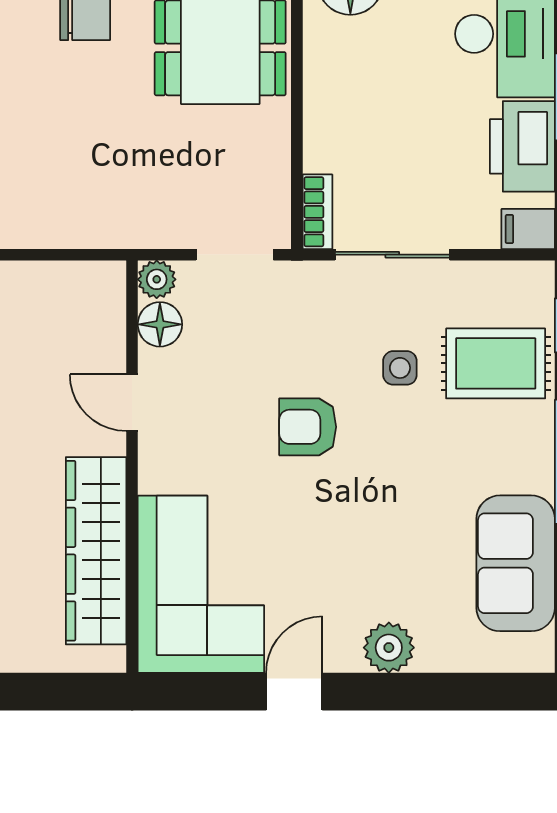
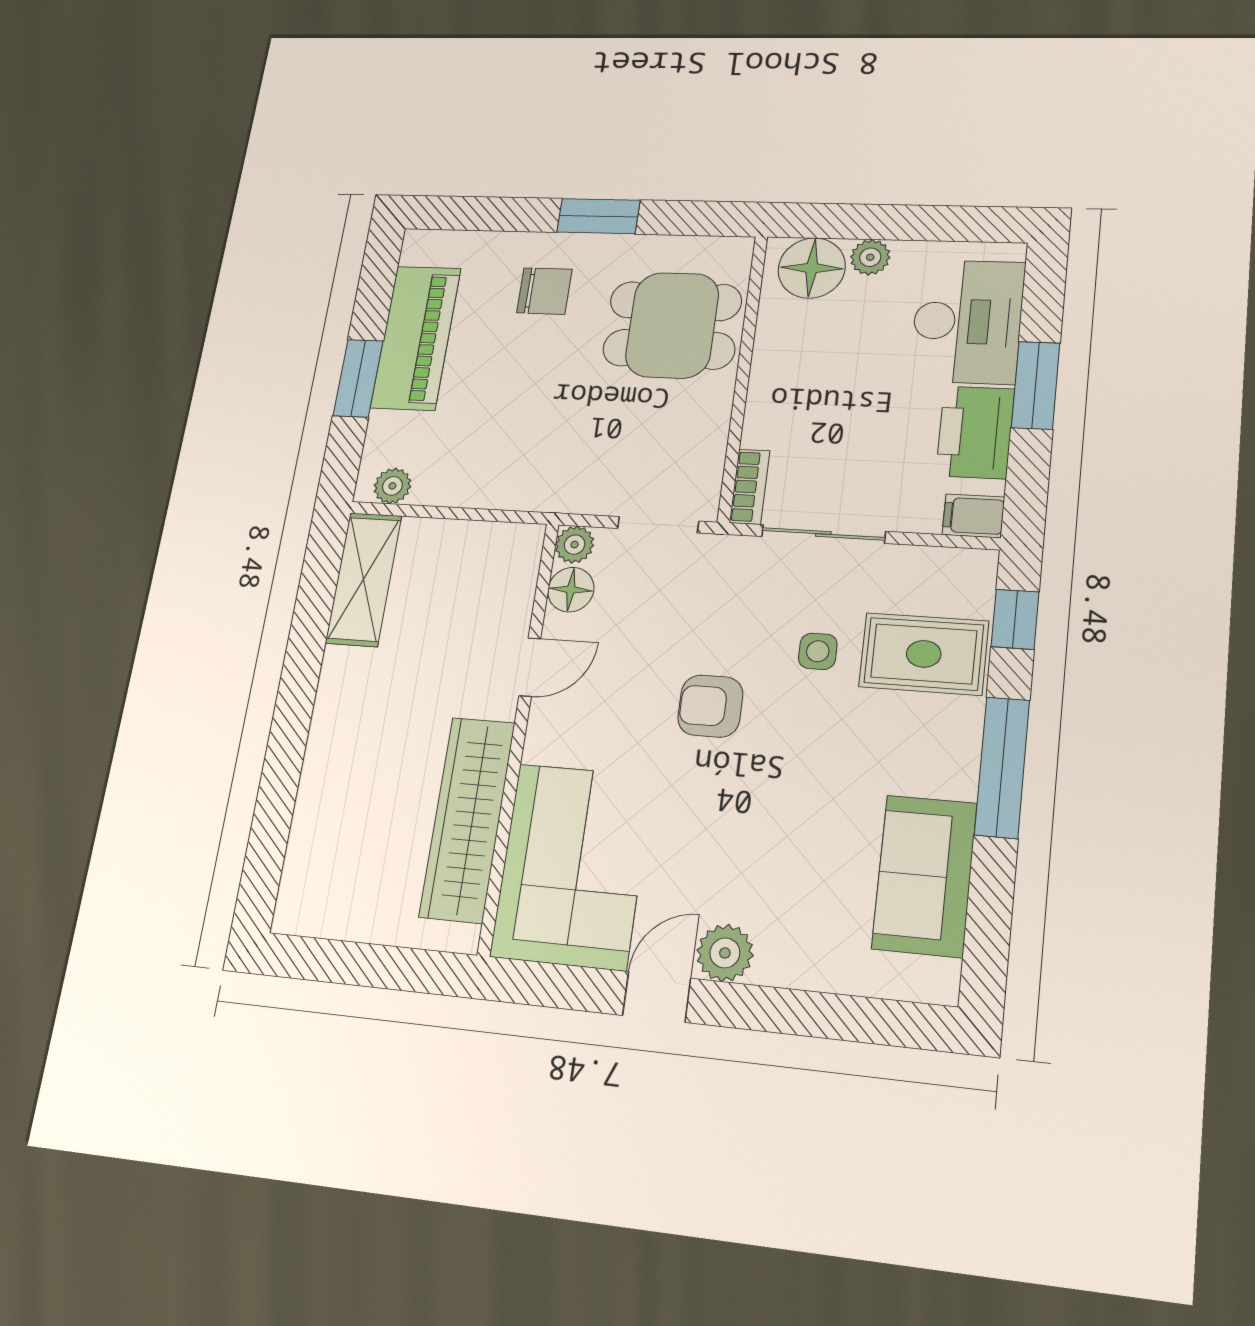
door: (132, 403) -> (530, 667), swing flipped
plant: (389, 648) -> (725, 953), moved

